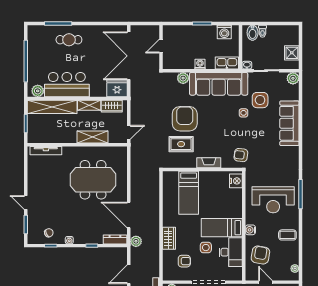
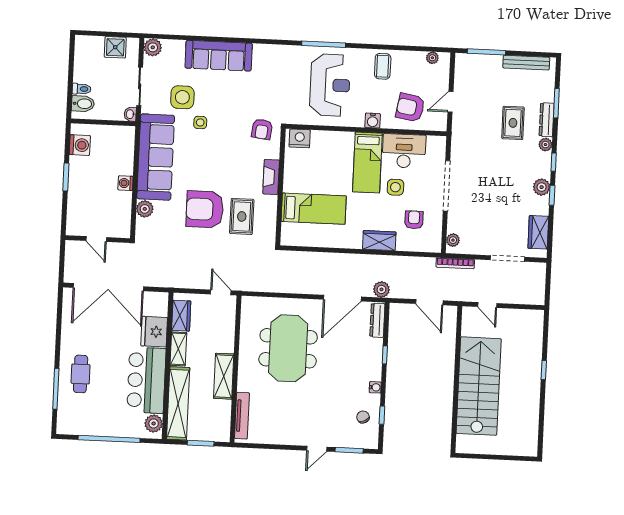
kitchen sink: (227, 63) -> (126, 143), removed
fridge: (117, 88) -> (154, 332), moved
shelving: (93, 137) -> (224, 376), moved

